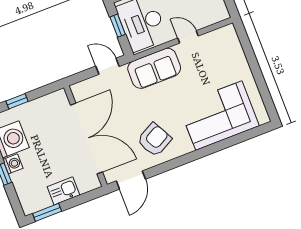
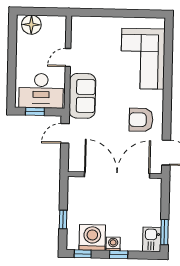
armchair: (154, 140) -> (141, 120), turned -62
kitchen sink: (63, 191) -> (152, 239), moved

